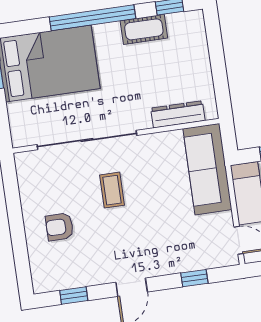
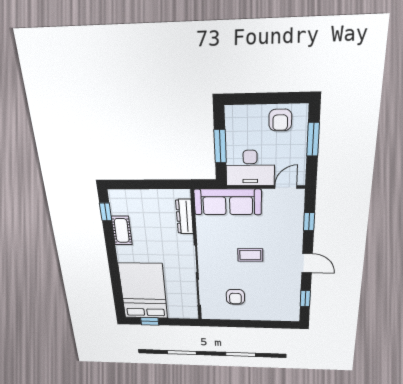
window: (92, 18) -> (113, 261), removed
coffee table: (112, 190) -> (250, 255), moved
armchair: (60, 227) -> (235, 297), moved

